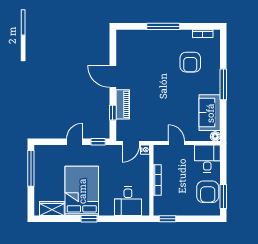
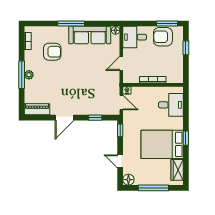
plant: (163, 35) -> (29, 75), added
piano: (123, 104) -> (37, 109), moved
sofa: (210, 113) -> (90, 35), width x1.36
door: (74, 142) -> (120, 161), moved
floor lamp: (40, 151) -> (128, 180), added
window: (31, 168) -> (153, 188), moved
armchair: (208, 192) -> (163, 37), turned 180
window: (168, 219) -> (186, 48), moved

